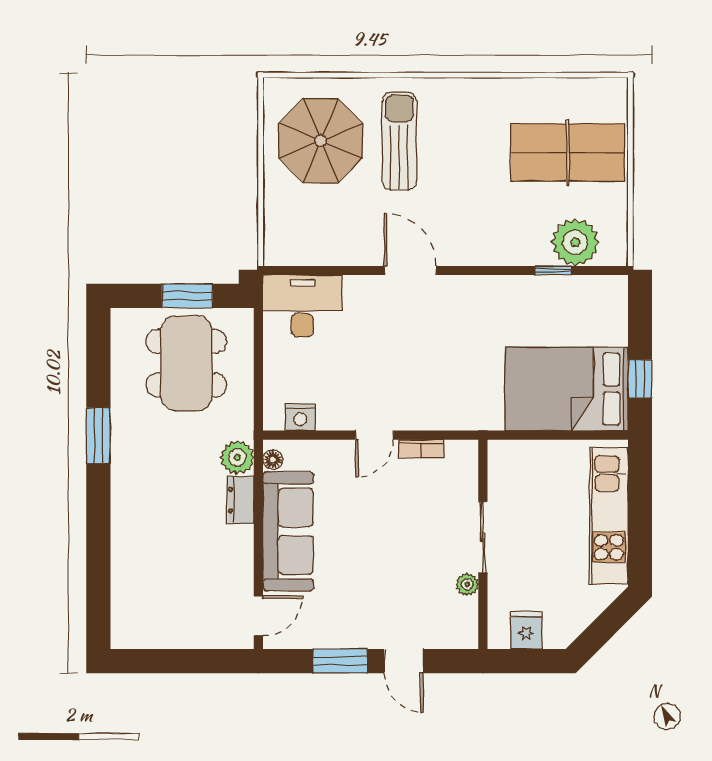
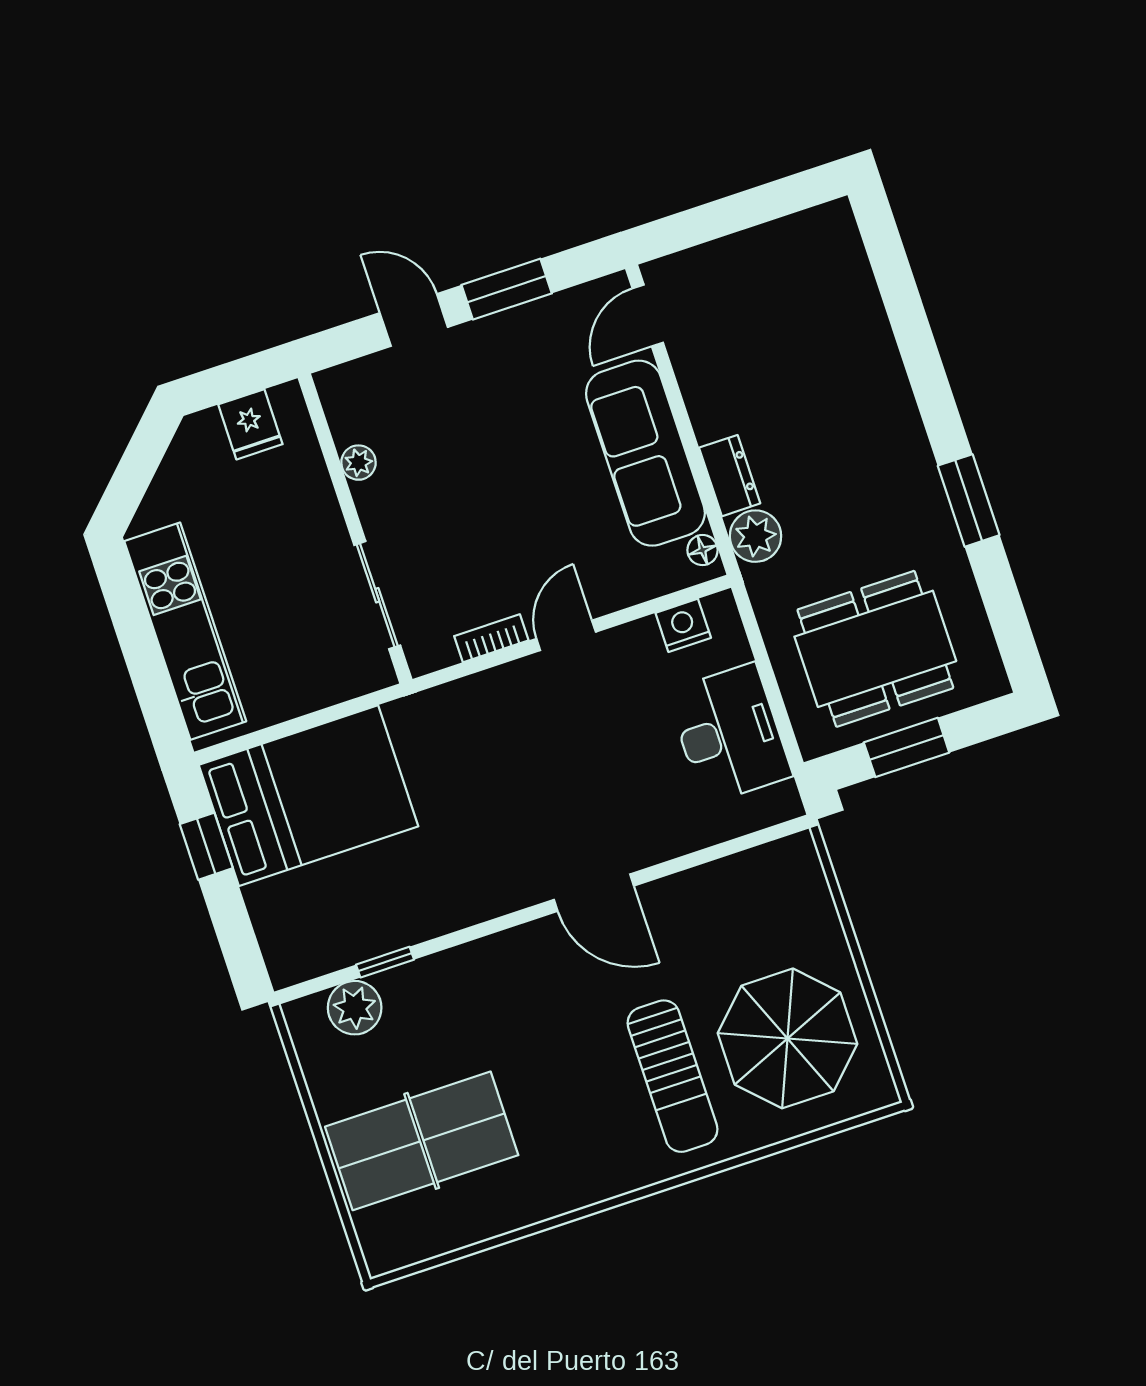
plant: (575, 242) -> (355, 1008), width x0.73, depth x0.73
desk: (302, 306) -> (729, 734), moved, turned -90
dining table: (186, 363) -> (875, 649), turned 90
sliding door: (483, 537) -> (377, 595), moved

